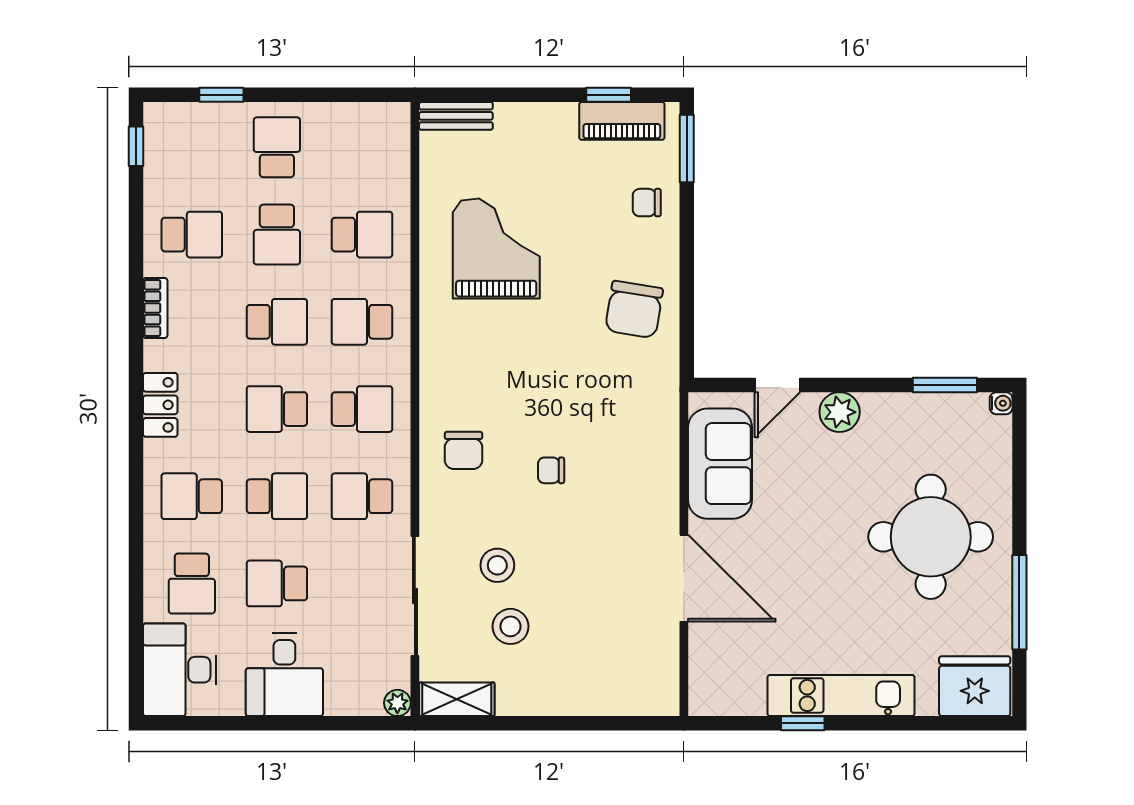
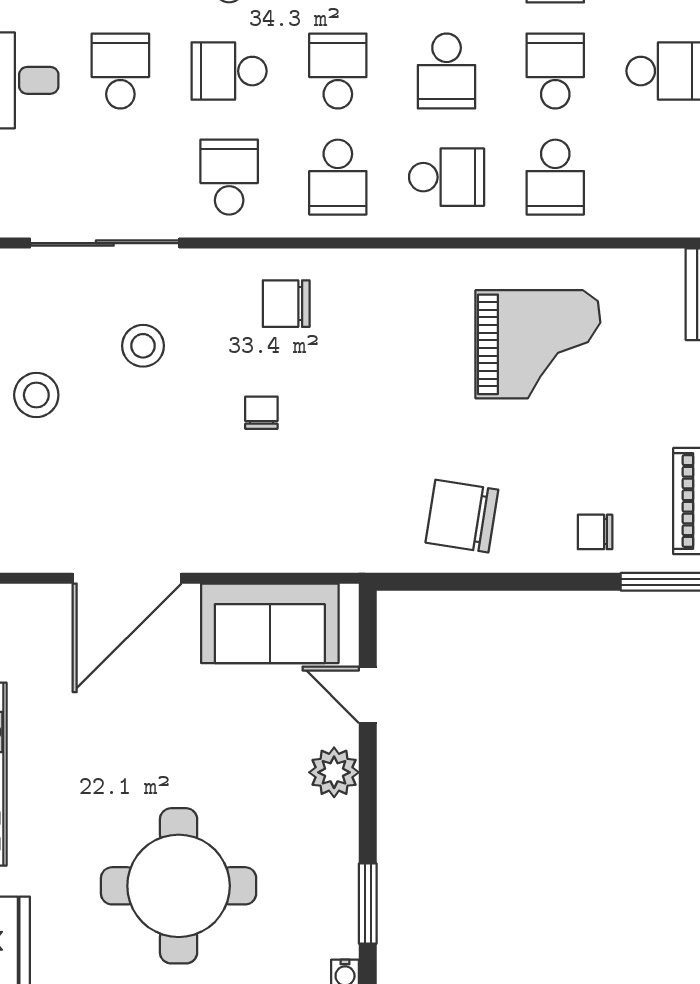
chair: (647, 203) -> (595, 532), turned -90
school desk: (277, 235) -> (555, 71), turned 90
school desk: (362, 322) -> (447, 177), turned 90
school desk: (277, 496) -> (229, 71), turned 90
stool: (510, 626) -> (36, 395), moved

